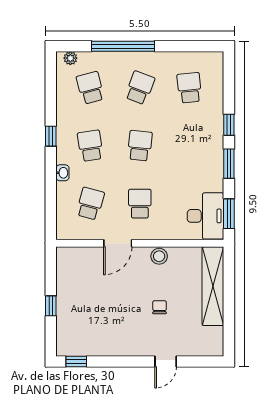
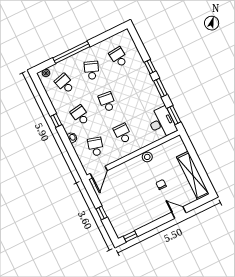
door: (118, 243) -> (99, 172), moved
shelving: (213, 286) -> (193, 175), moved
door: (166, 361) -> (179, 212), swing flipped

